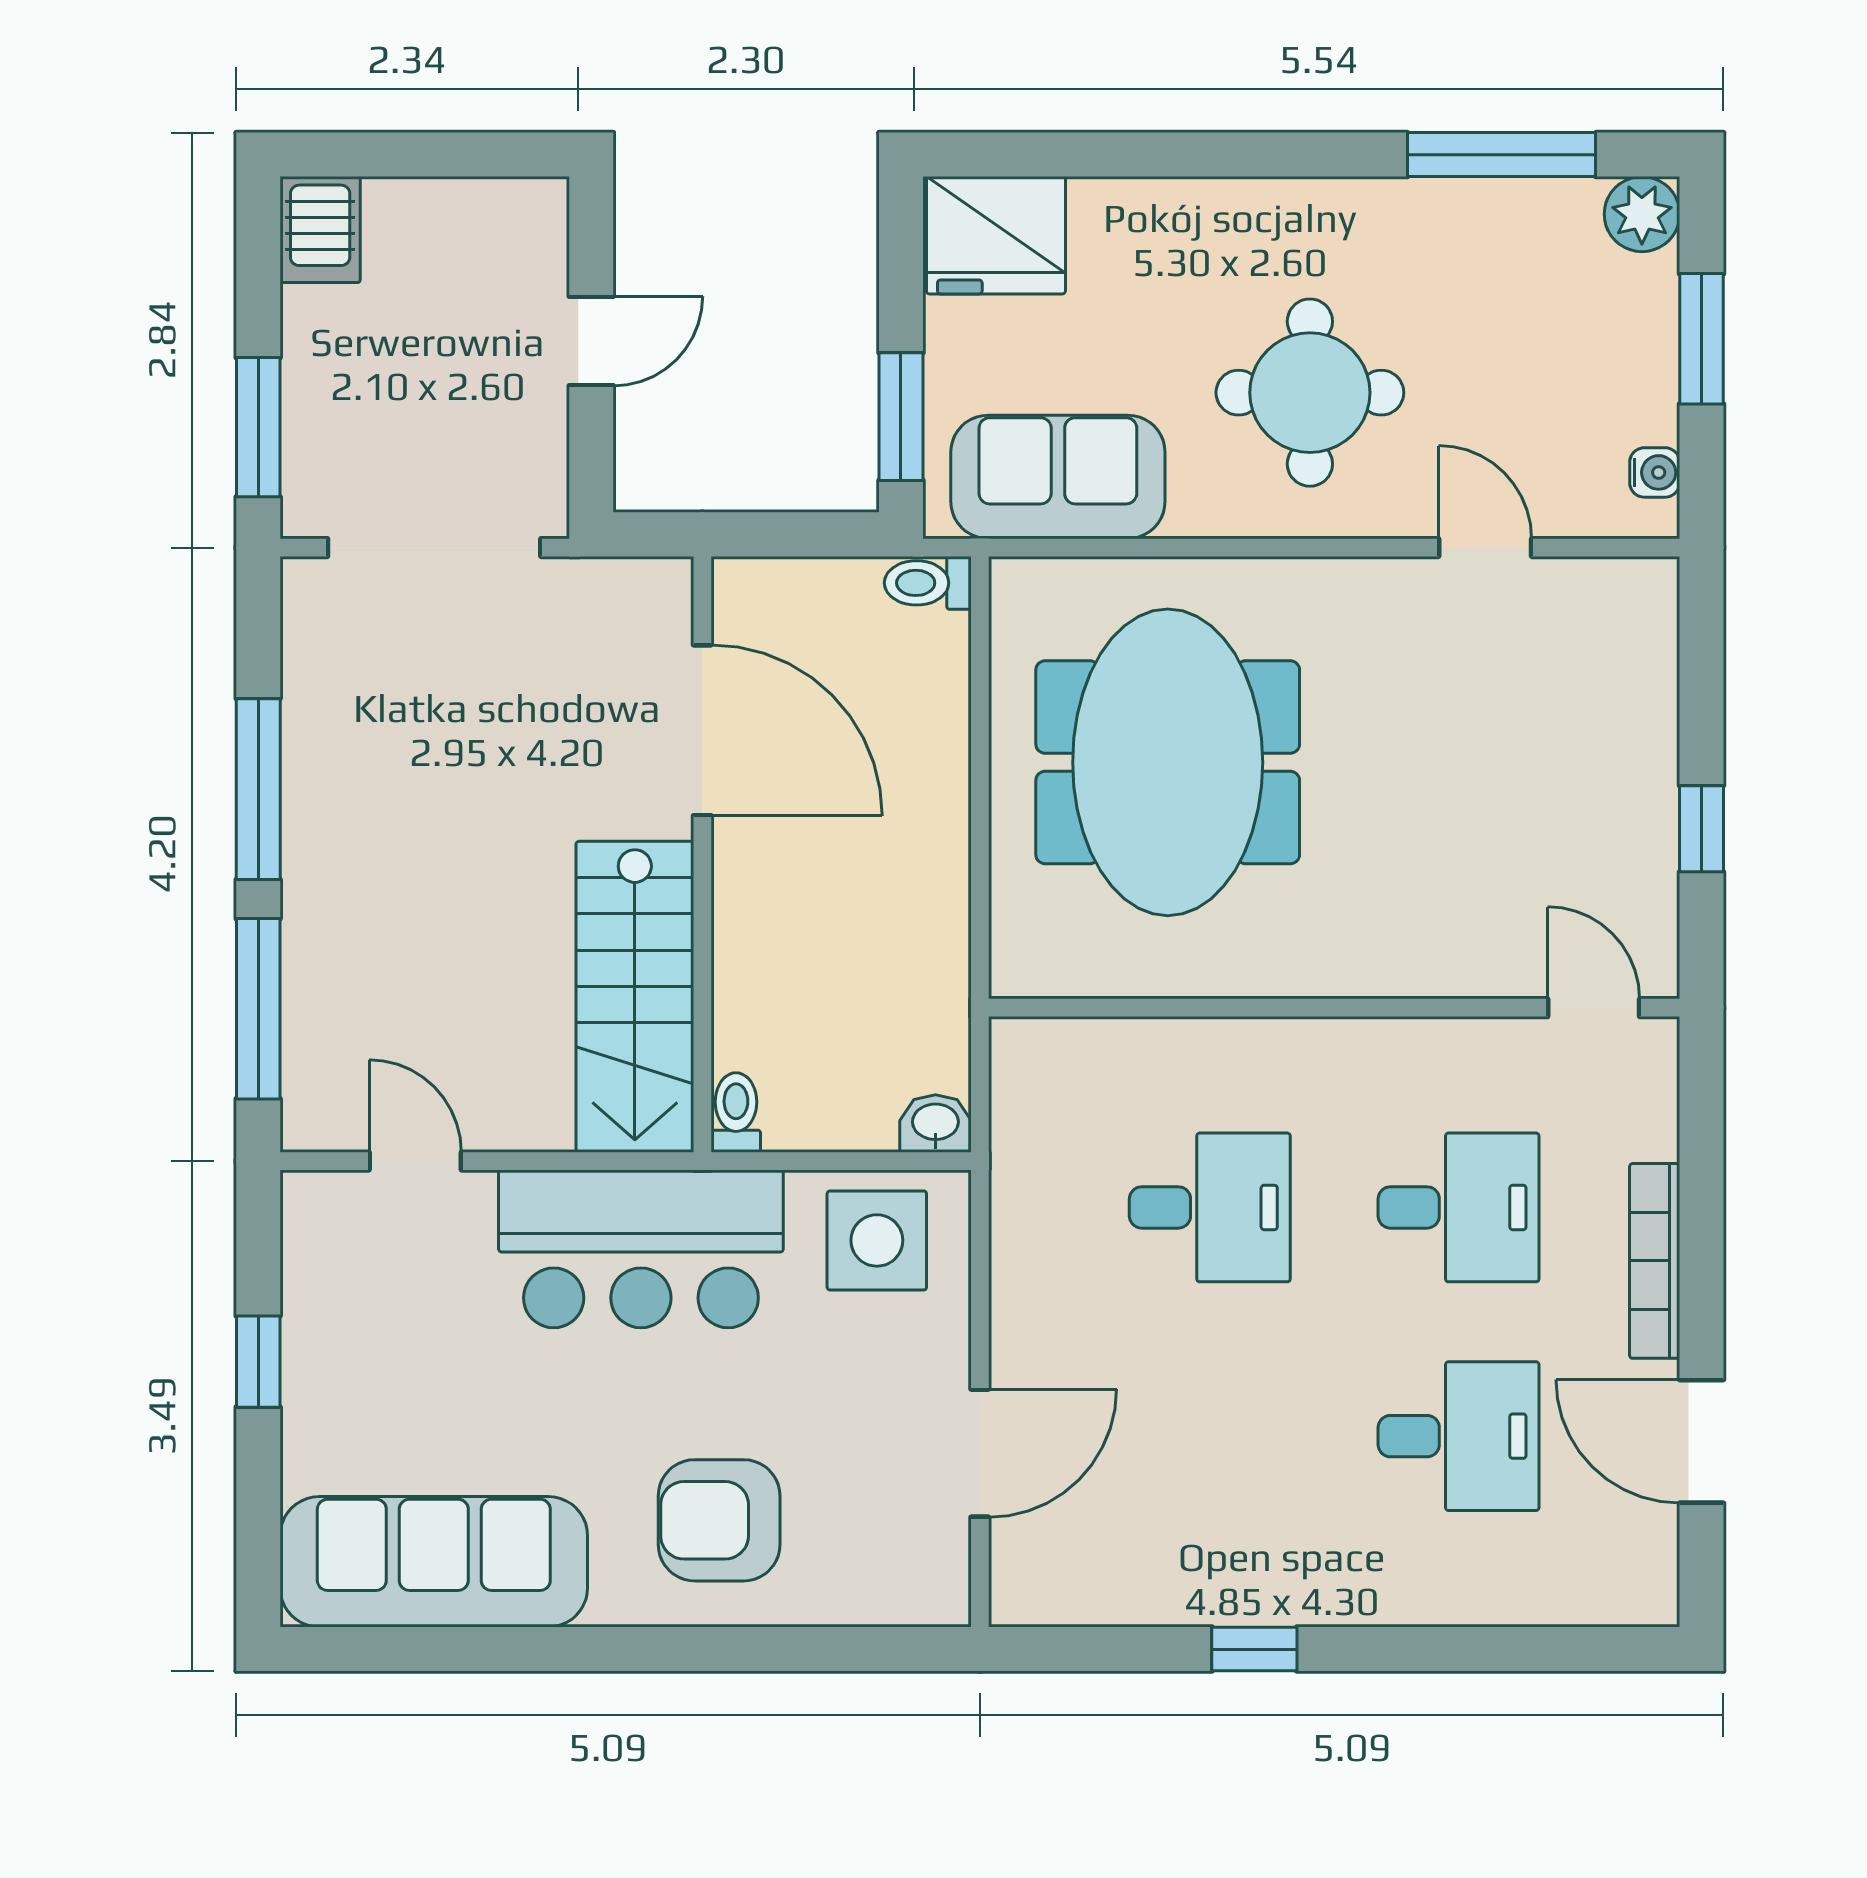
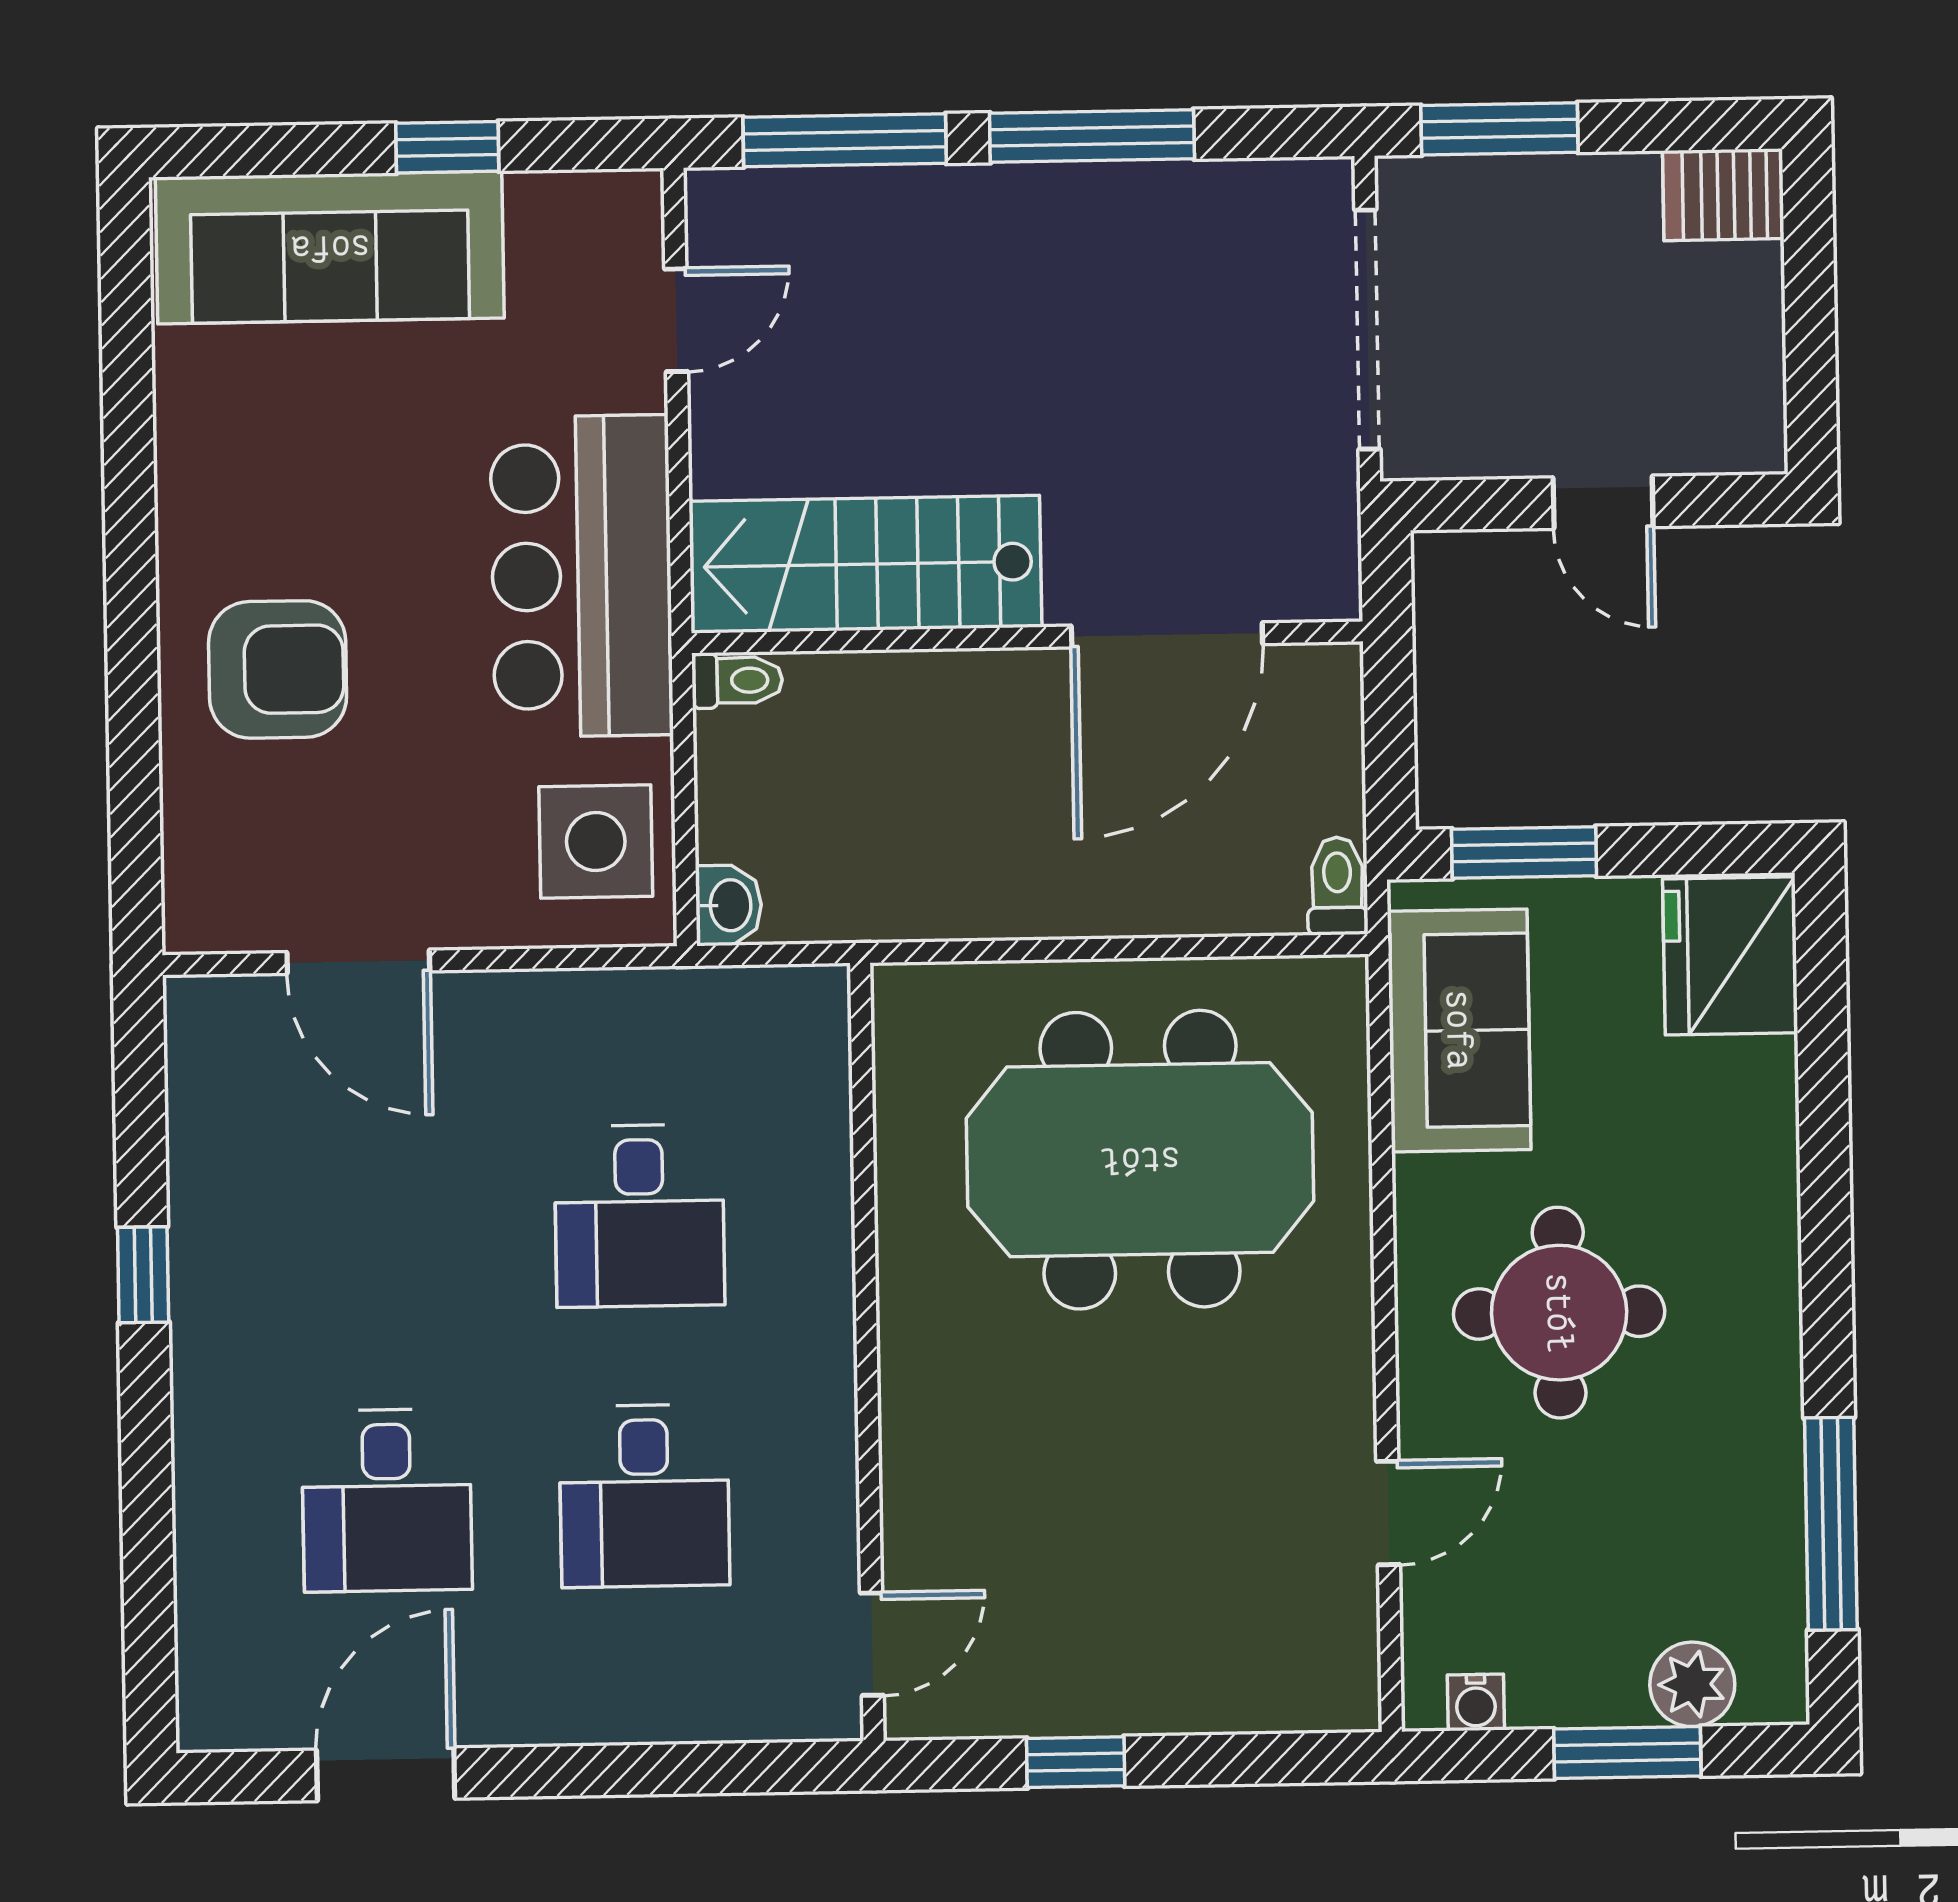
plant: (1642, 214) -> (1692, 1684), moved
bookcase: (1655, 1261) -> (588, 1718), removed
armchair: (719, 1520) -> (278, 669), turned 90
sofa: (434, 1562) -> (330, 248), moved, turned 90

